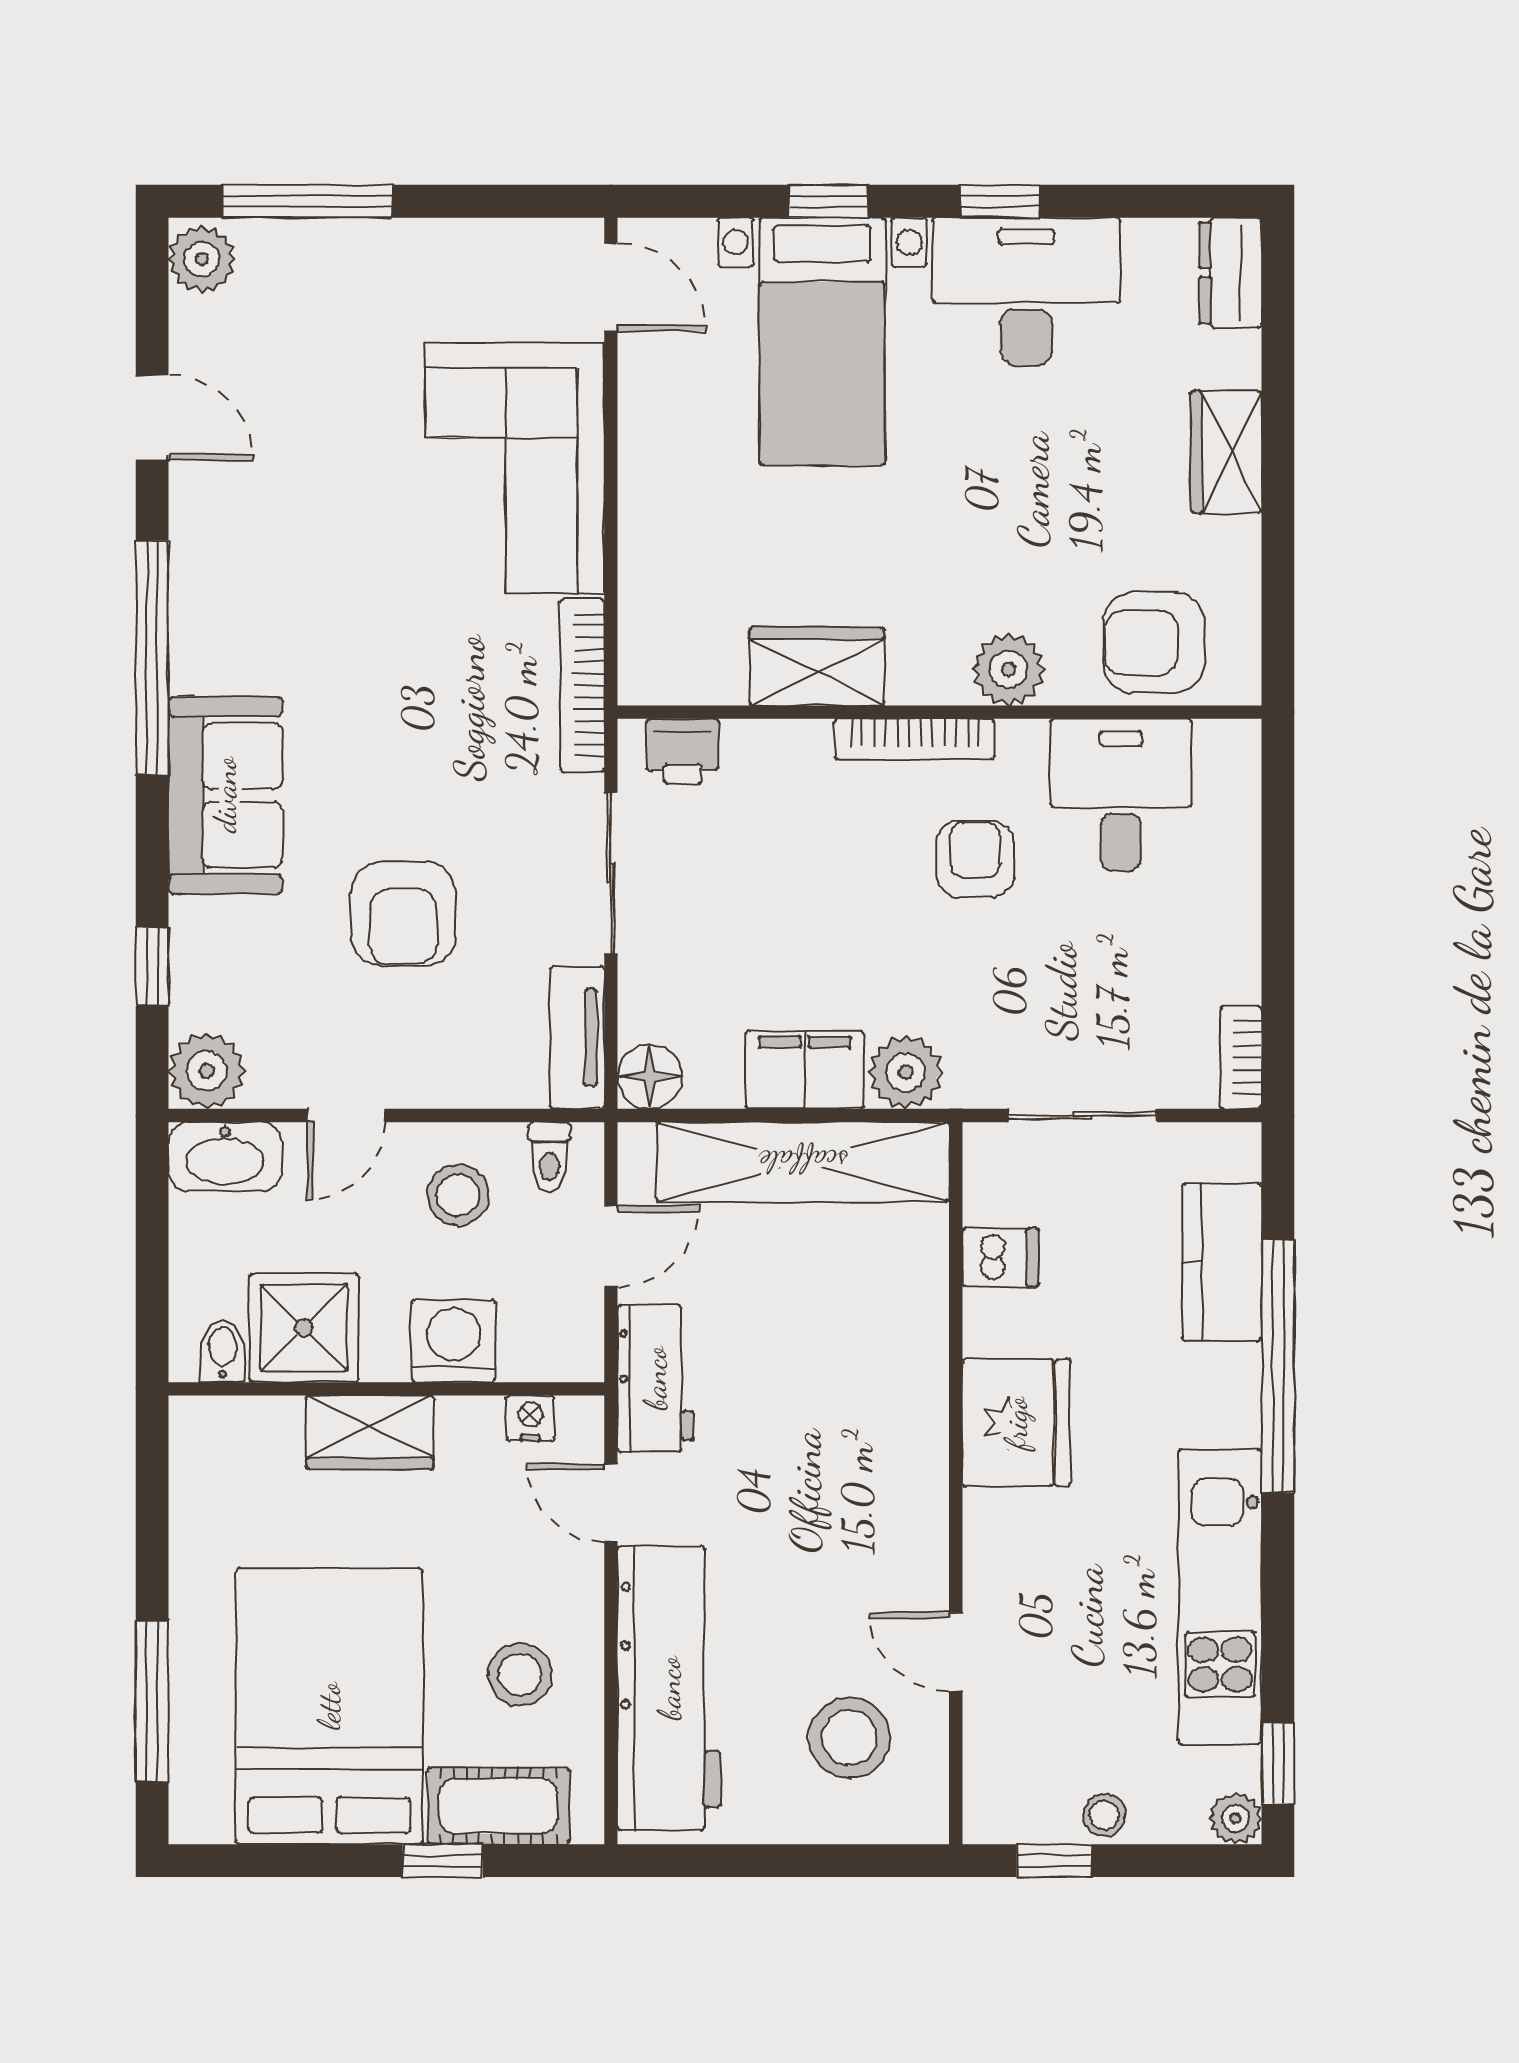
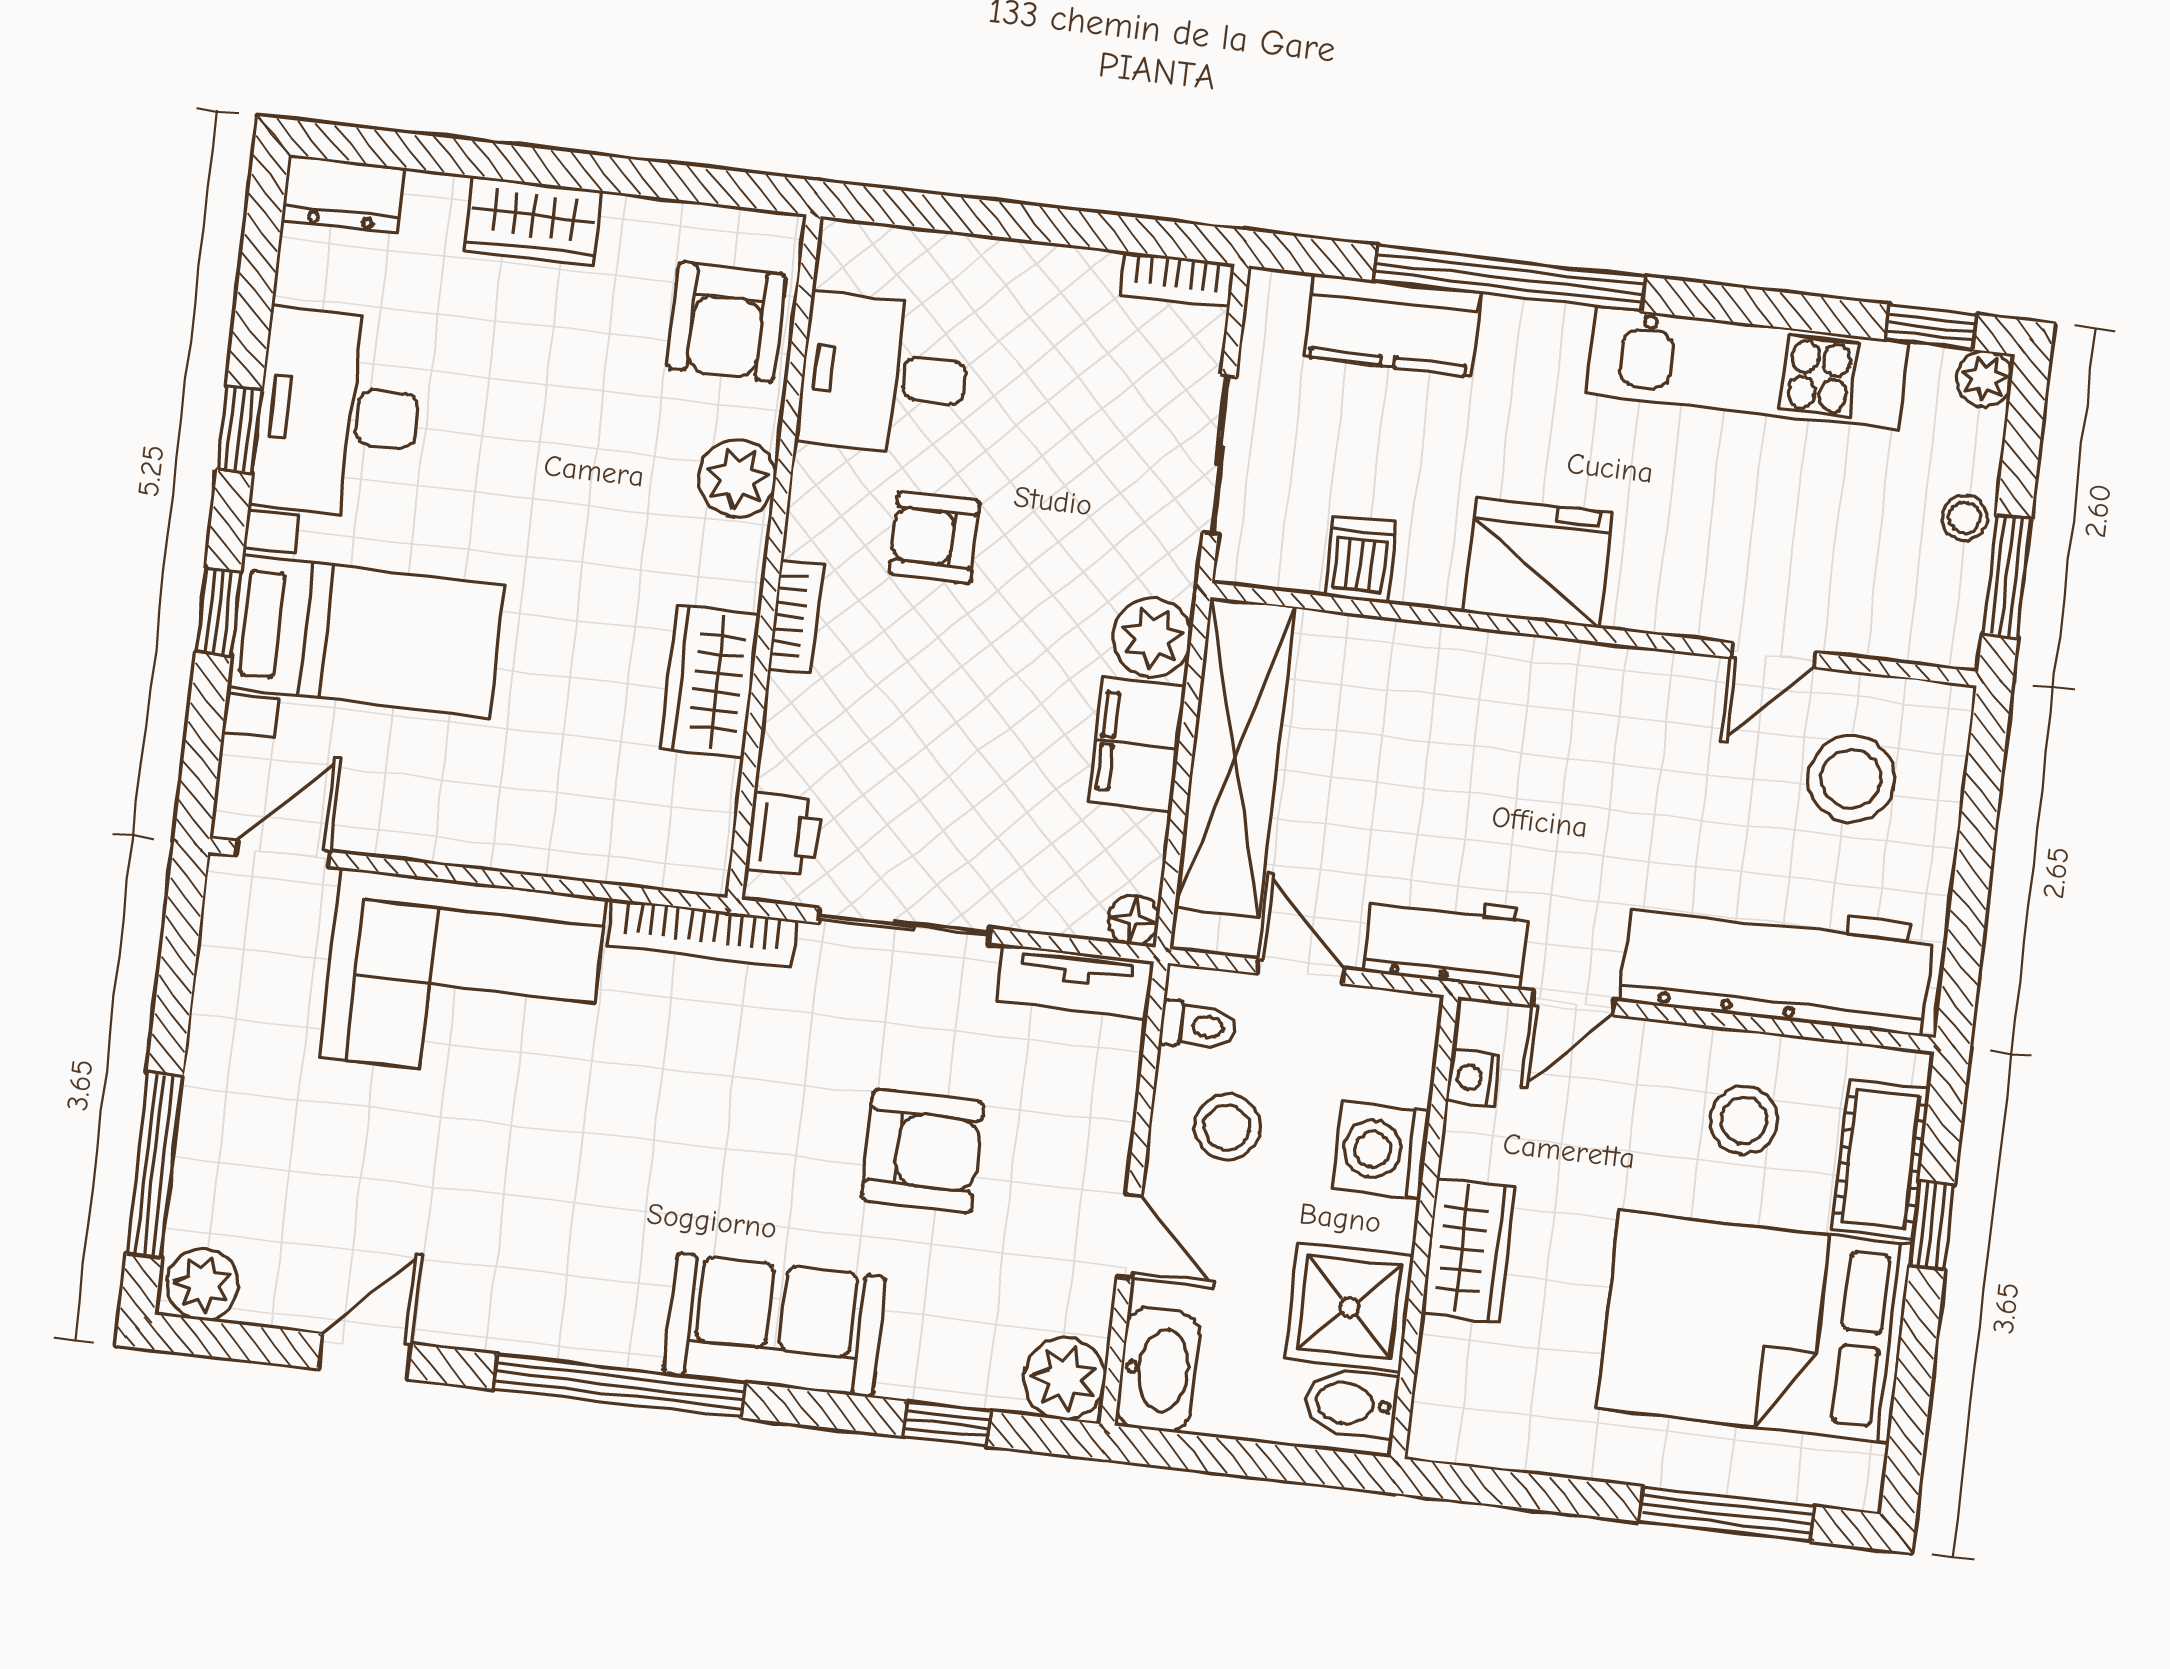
bookcase: (915, 739) -> (796, 617), width x0.64
floor lamp: (650, 1077) -> (1134, 920), width x0.73, depth x0.73
bidet: (223, 1351) -> (1351, 1403), width x1.38, depth x1.36
window: (1054, 1861) -> (2007, 576), width x1.50

